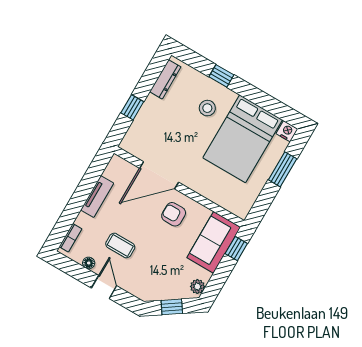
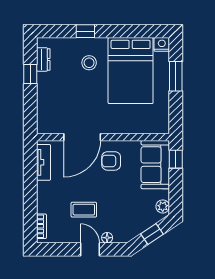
dresser: (165, 79) -> (43, 59), width x0.70
window: (132, 107) -> (30, 74), moved
tv unit: (97, 197) -> (43, 162), moved
floor lamp: (89, 263) -> (107, 238), moved

